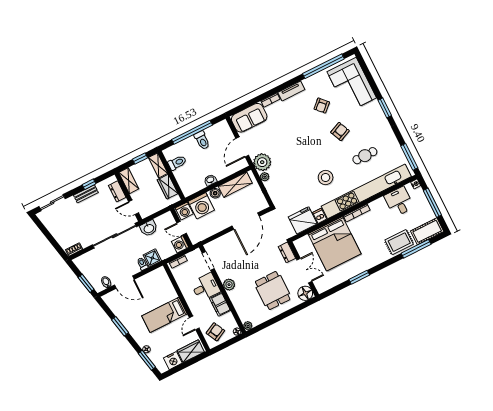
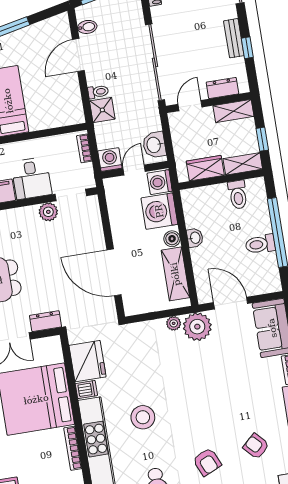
washbasin: (149, 228) -> (154, 145), moved
plant: (229, 285) -> (48, 212), moved

